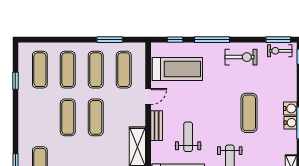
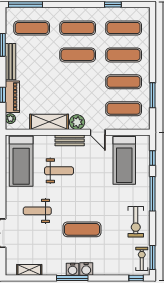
exercise mat: (96, 117) -> (78, 28), moved
plant: (138, 118) -> (77, 122), added

